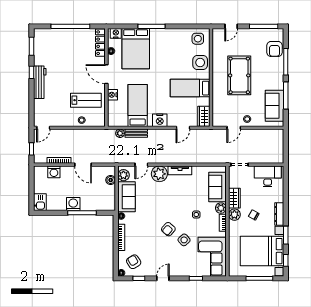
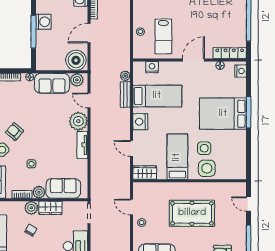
side table: (198, 39) -> (204, 148), moved
bed: (136, 49) -> (223, 114), moved
nightstand: (112, 95) -> (152, 67), moved
boiler: (111, 180) -> (76, 60), width x1.86, depth x1.86

